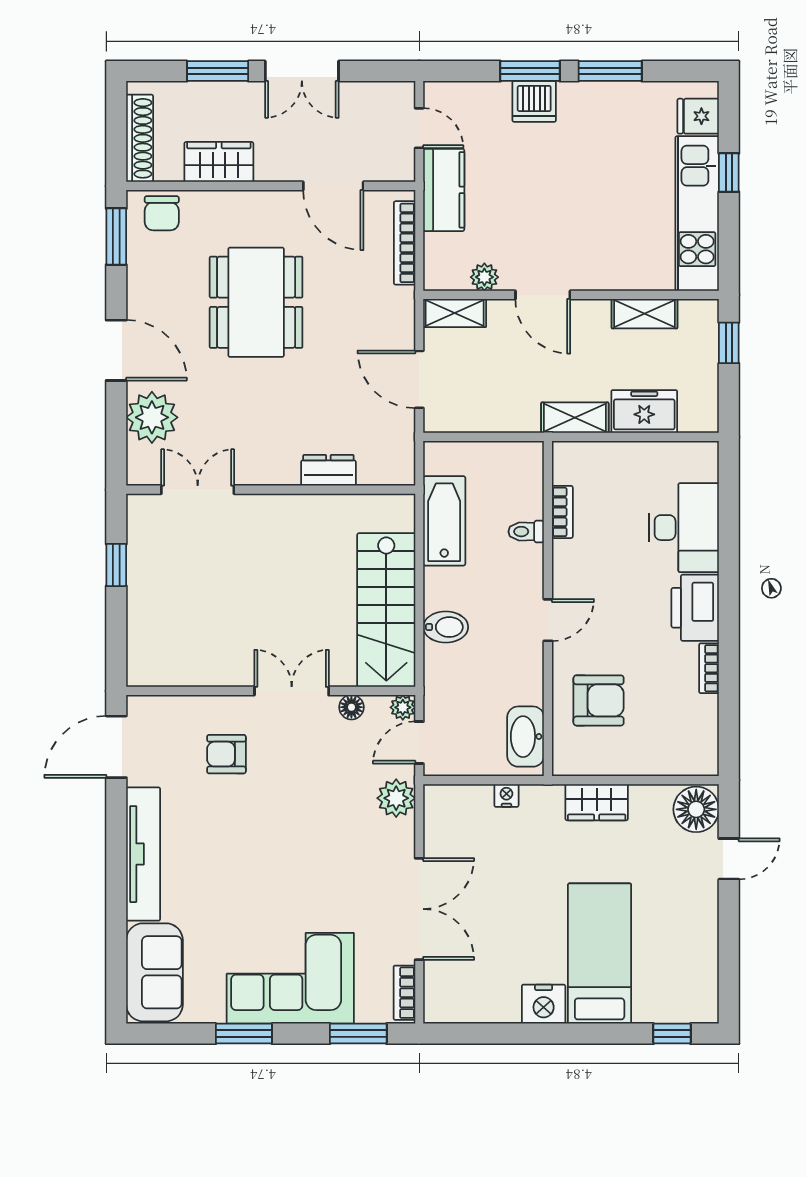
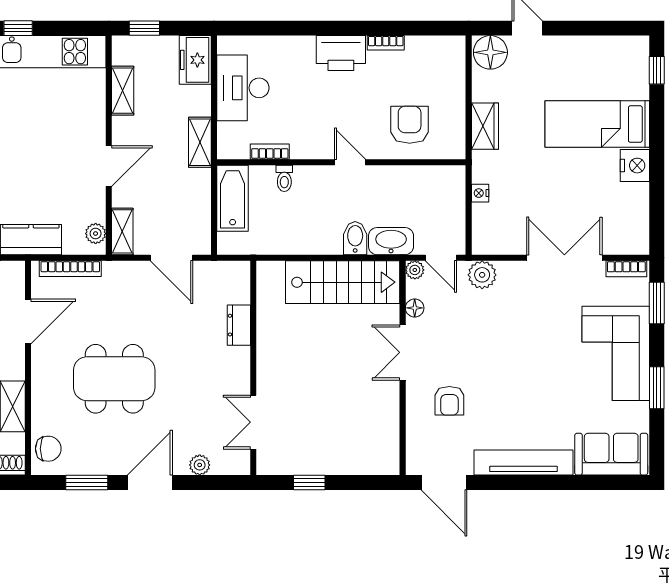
window: (116, 237) -> (87, 482), moved
plant: (484, 277) -> (96, 234), moved
door: (419, 379) -> (171, 258), hinge flipped
freezer: (644, 411) -> (195, 60), moved
plant: (152, 417) -> (200, 465), width x0.53, depth x0.53
bathtub: (444, 521) -> (233, 198), moved, turned 90
desk: (684, 528) -> (243, 88), moved, turned -90
washbasin: (526, 737) -> (391, 241), moved, turned 180

